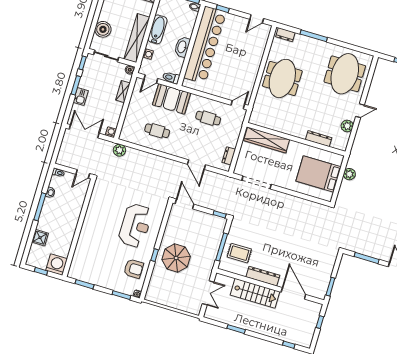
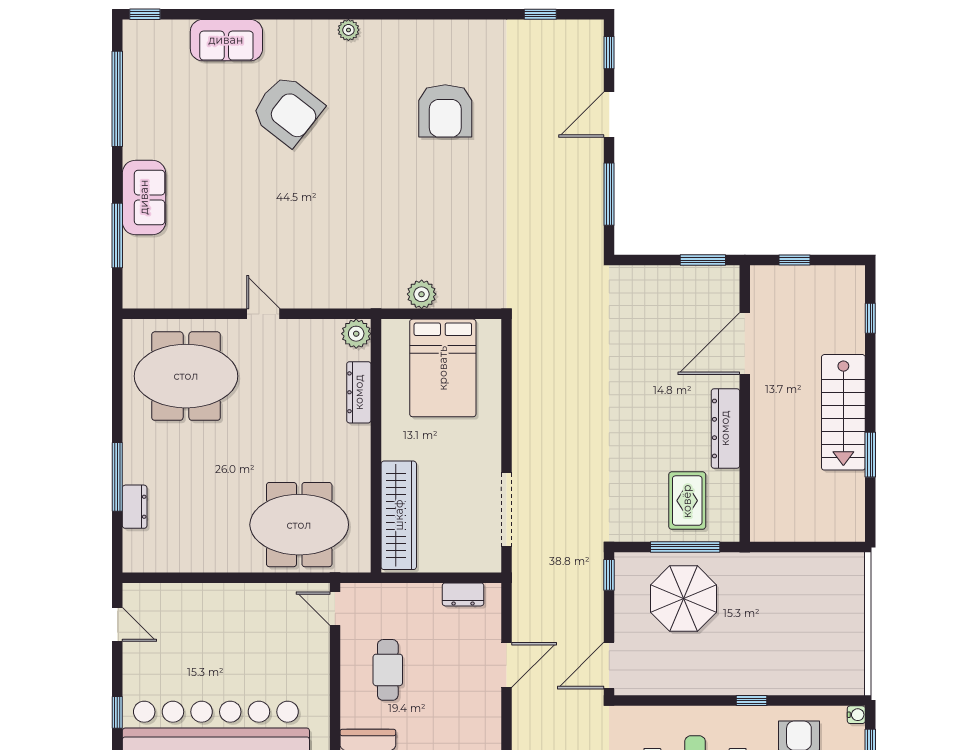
dresser: (285, 35) -> (135, 507), moved
meeting table: (282, 78) -> (299, 525), moved
plant: (347, 126) -> (356, 334), moved
parasol: (176, 258) -> (684, 599), moved
double door: (208, 293) -> (804, 547), removed
stairs: (255, 293) -> (843, 412), moved, turned 180

